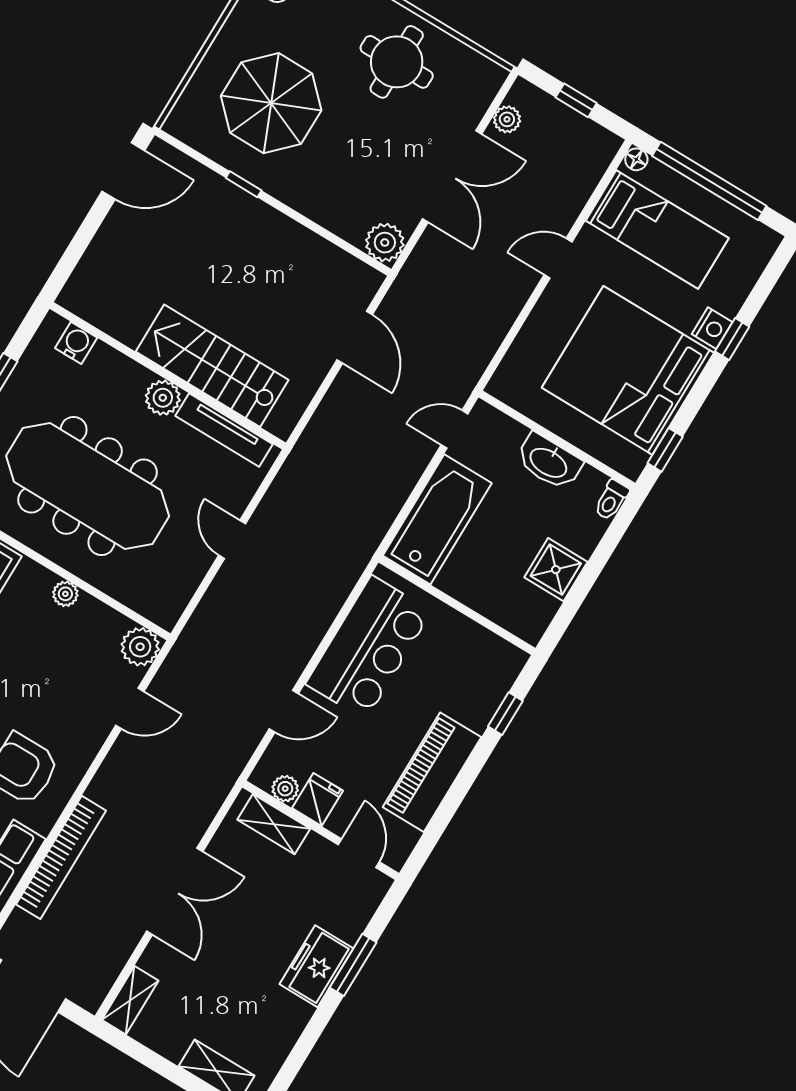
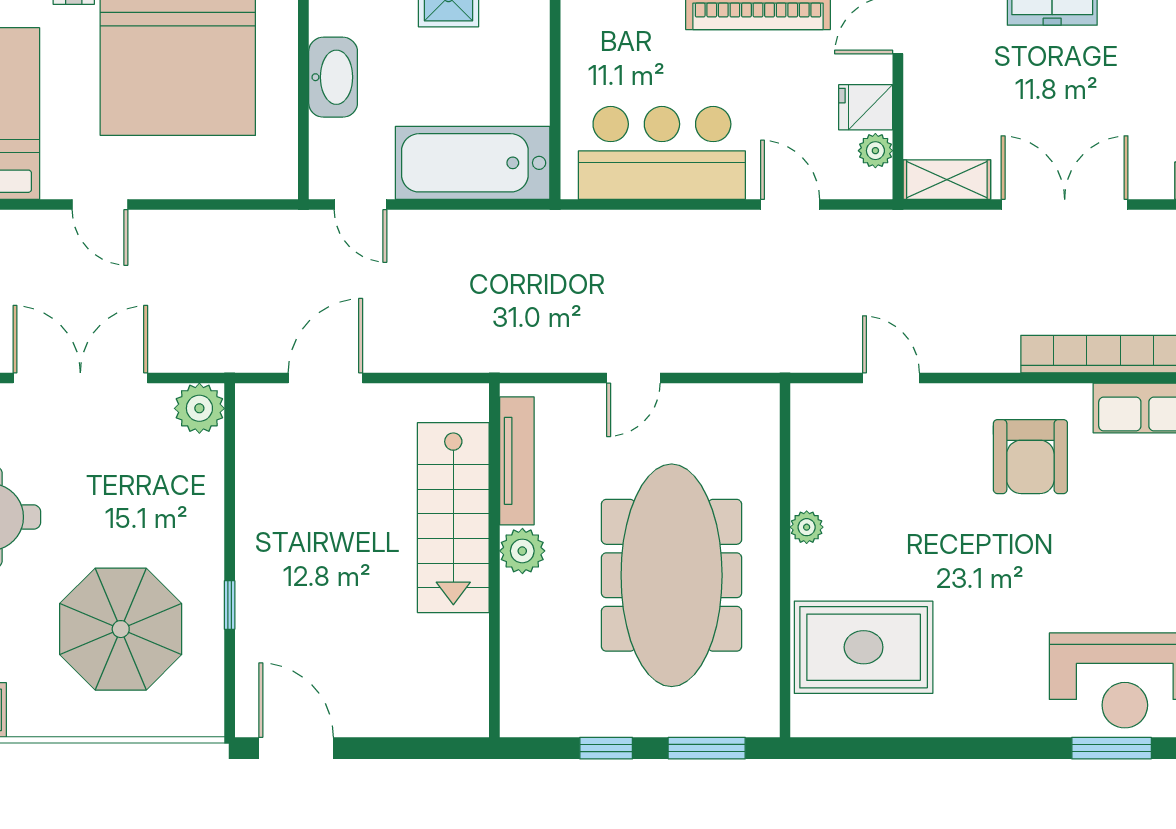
water cooler: (76, 343) -> (520, 685), removed
plant: (140, 647) -> (815, 408), removed
shelving: (274, 824) -> (947, 180), moved, turned 90

